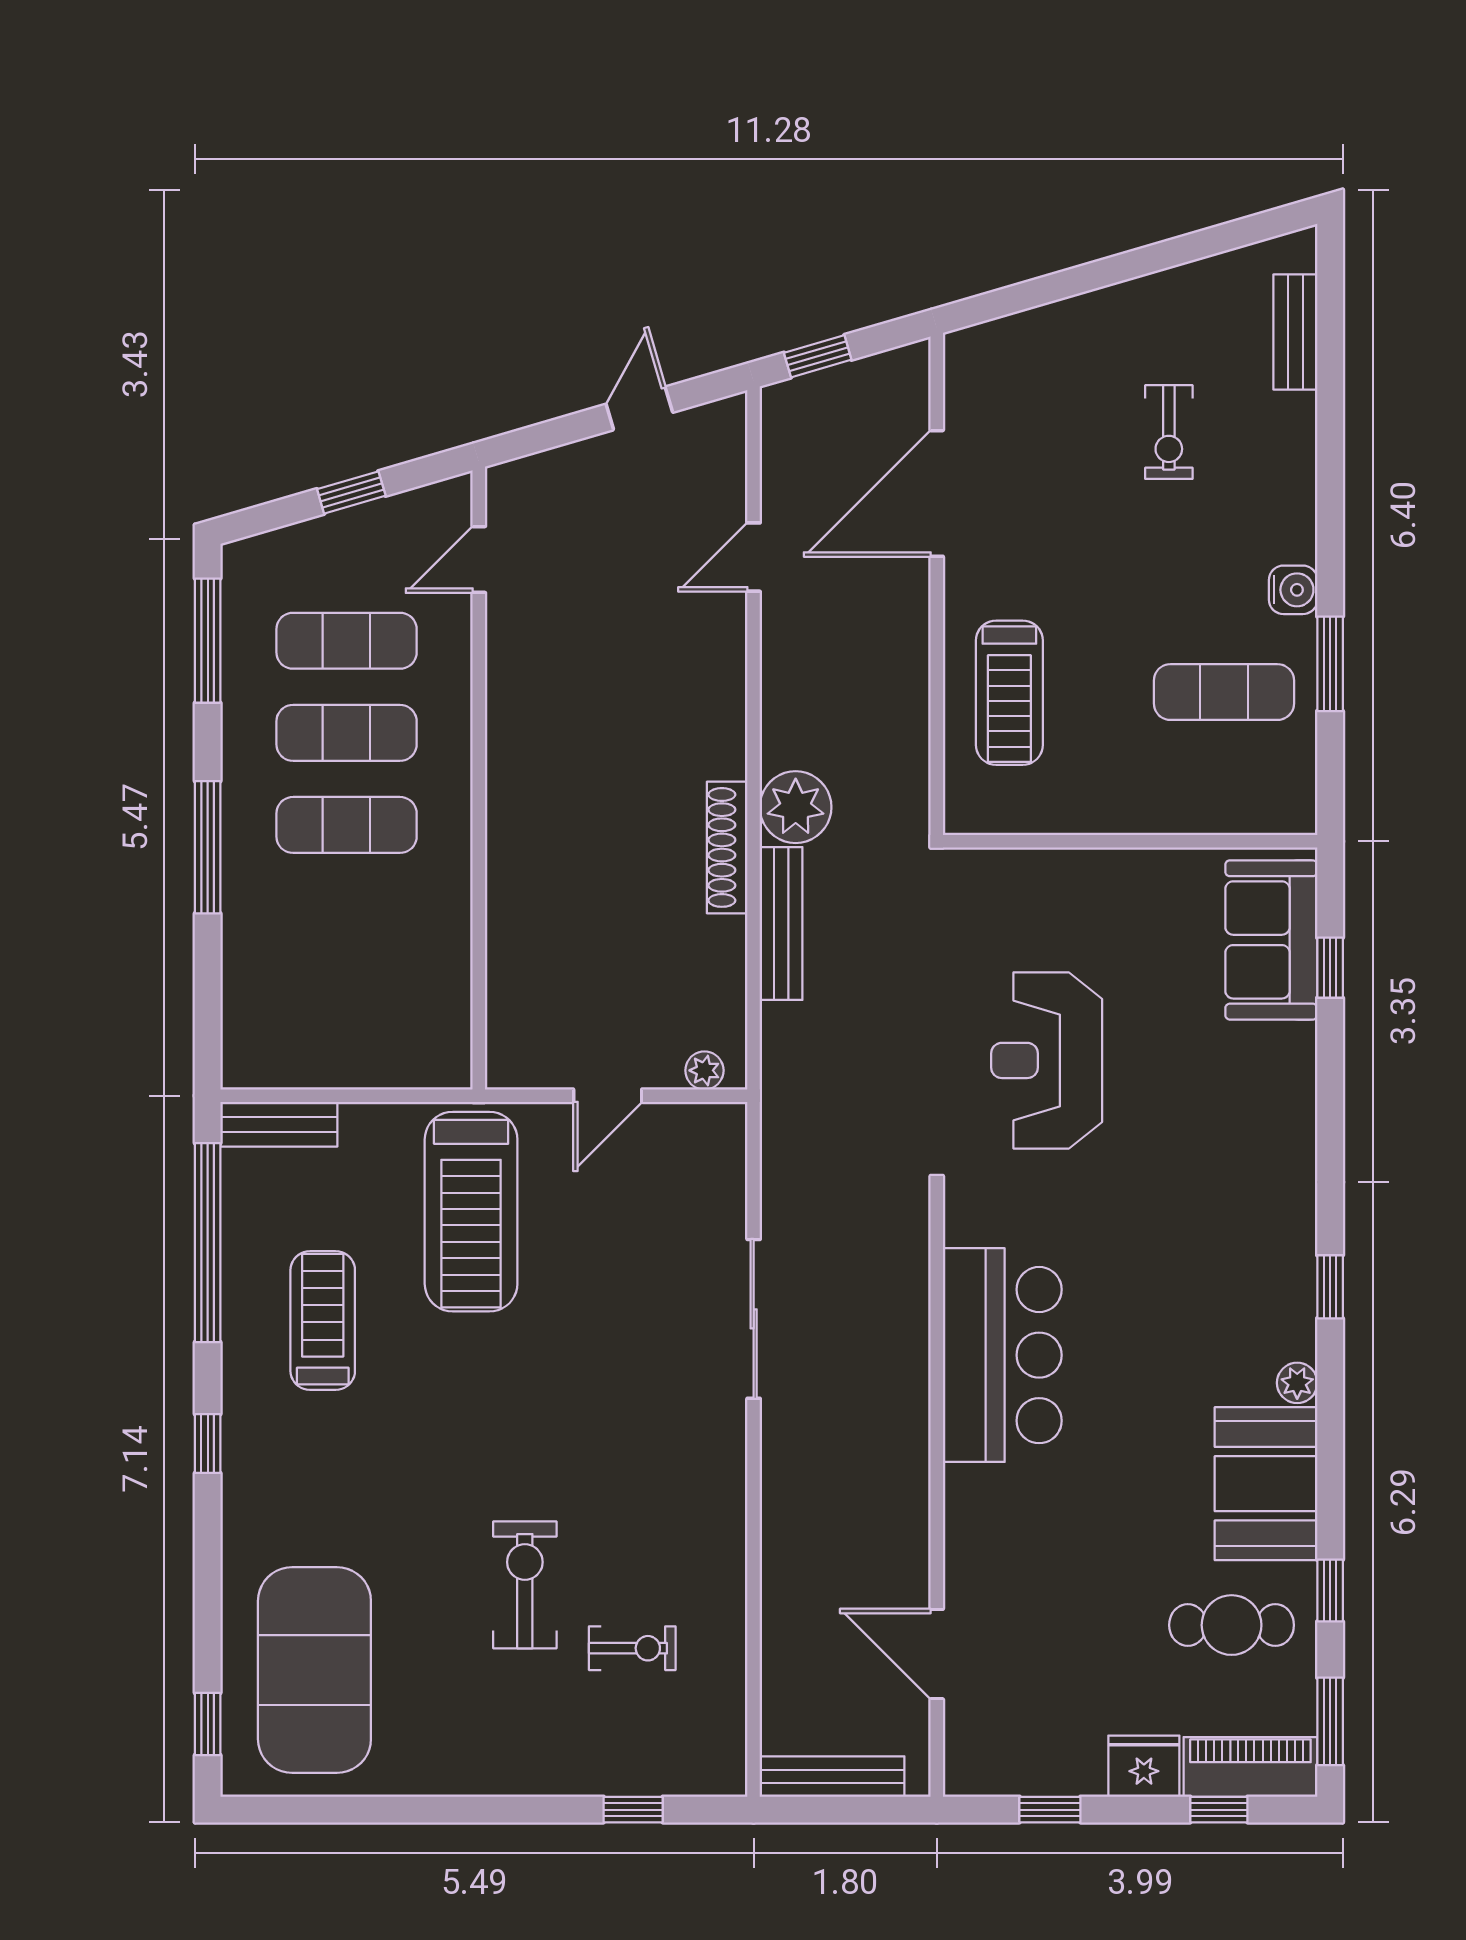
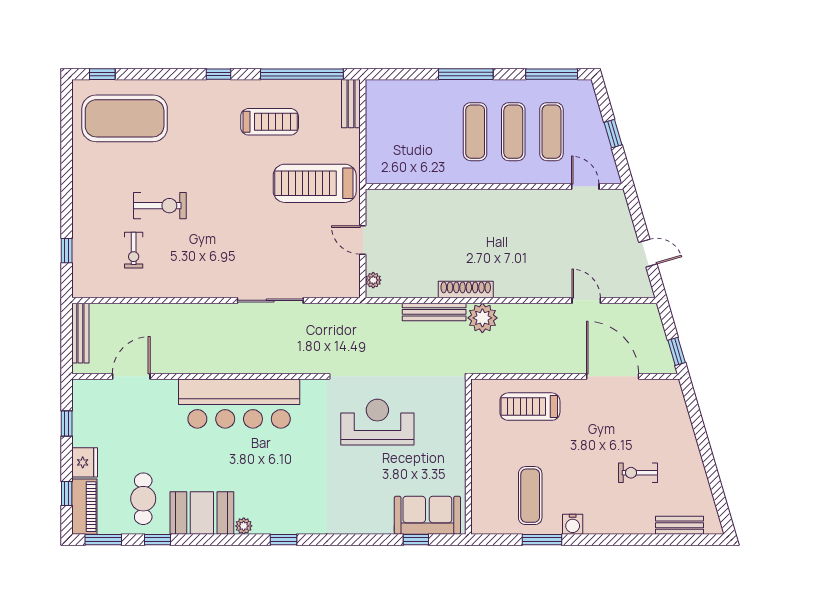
window: (818, 356) -> (677, 351), moved
bar counter: (1002, 1355) -> (239, 404), width x1.36

